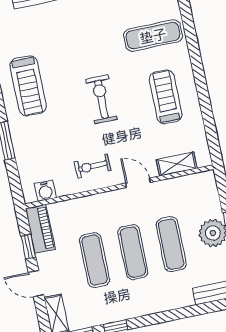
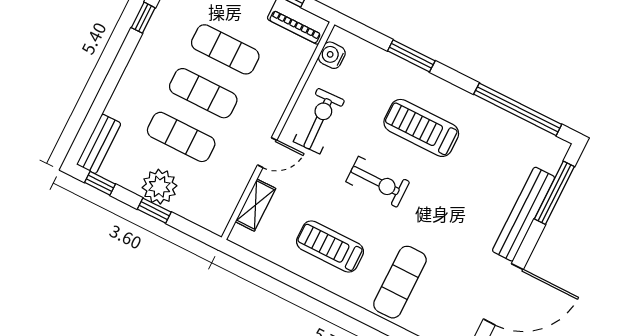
treadmill: (28, 86) -> (421, 128), moved
treadmill: (166, 97) -> (330, 246), turned 180
exercise bike: (93, 166) -> (319, 121), width x1.38, depth x1.39

